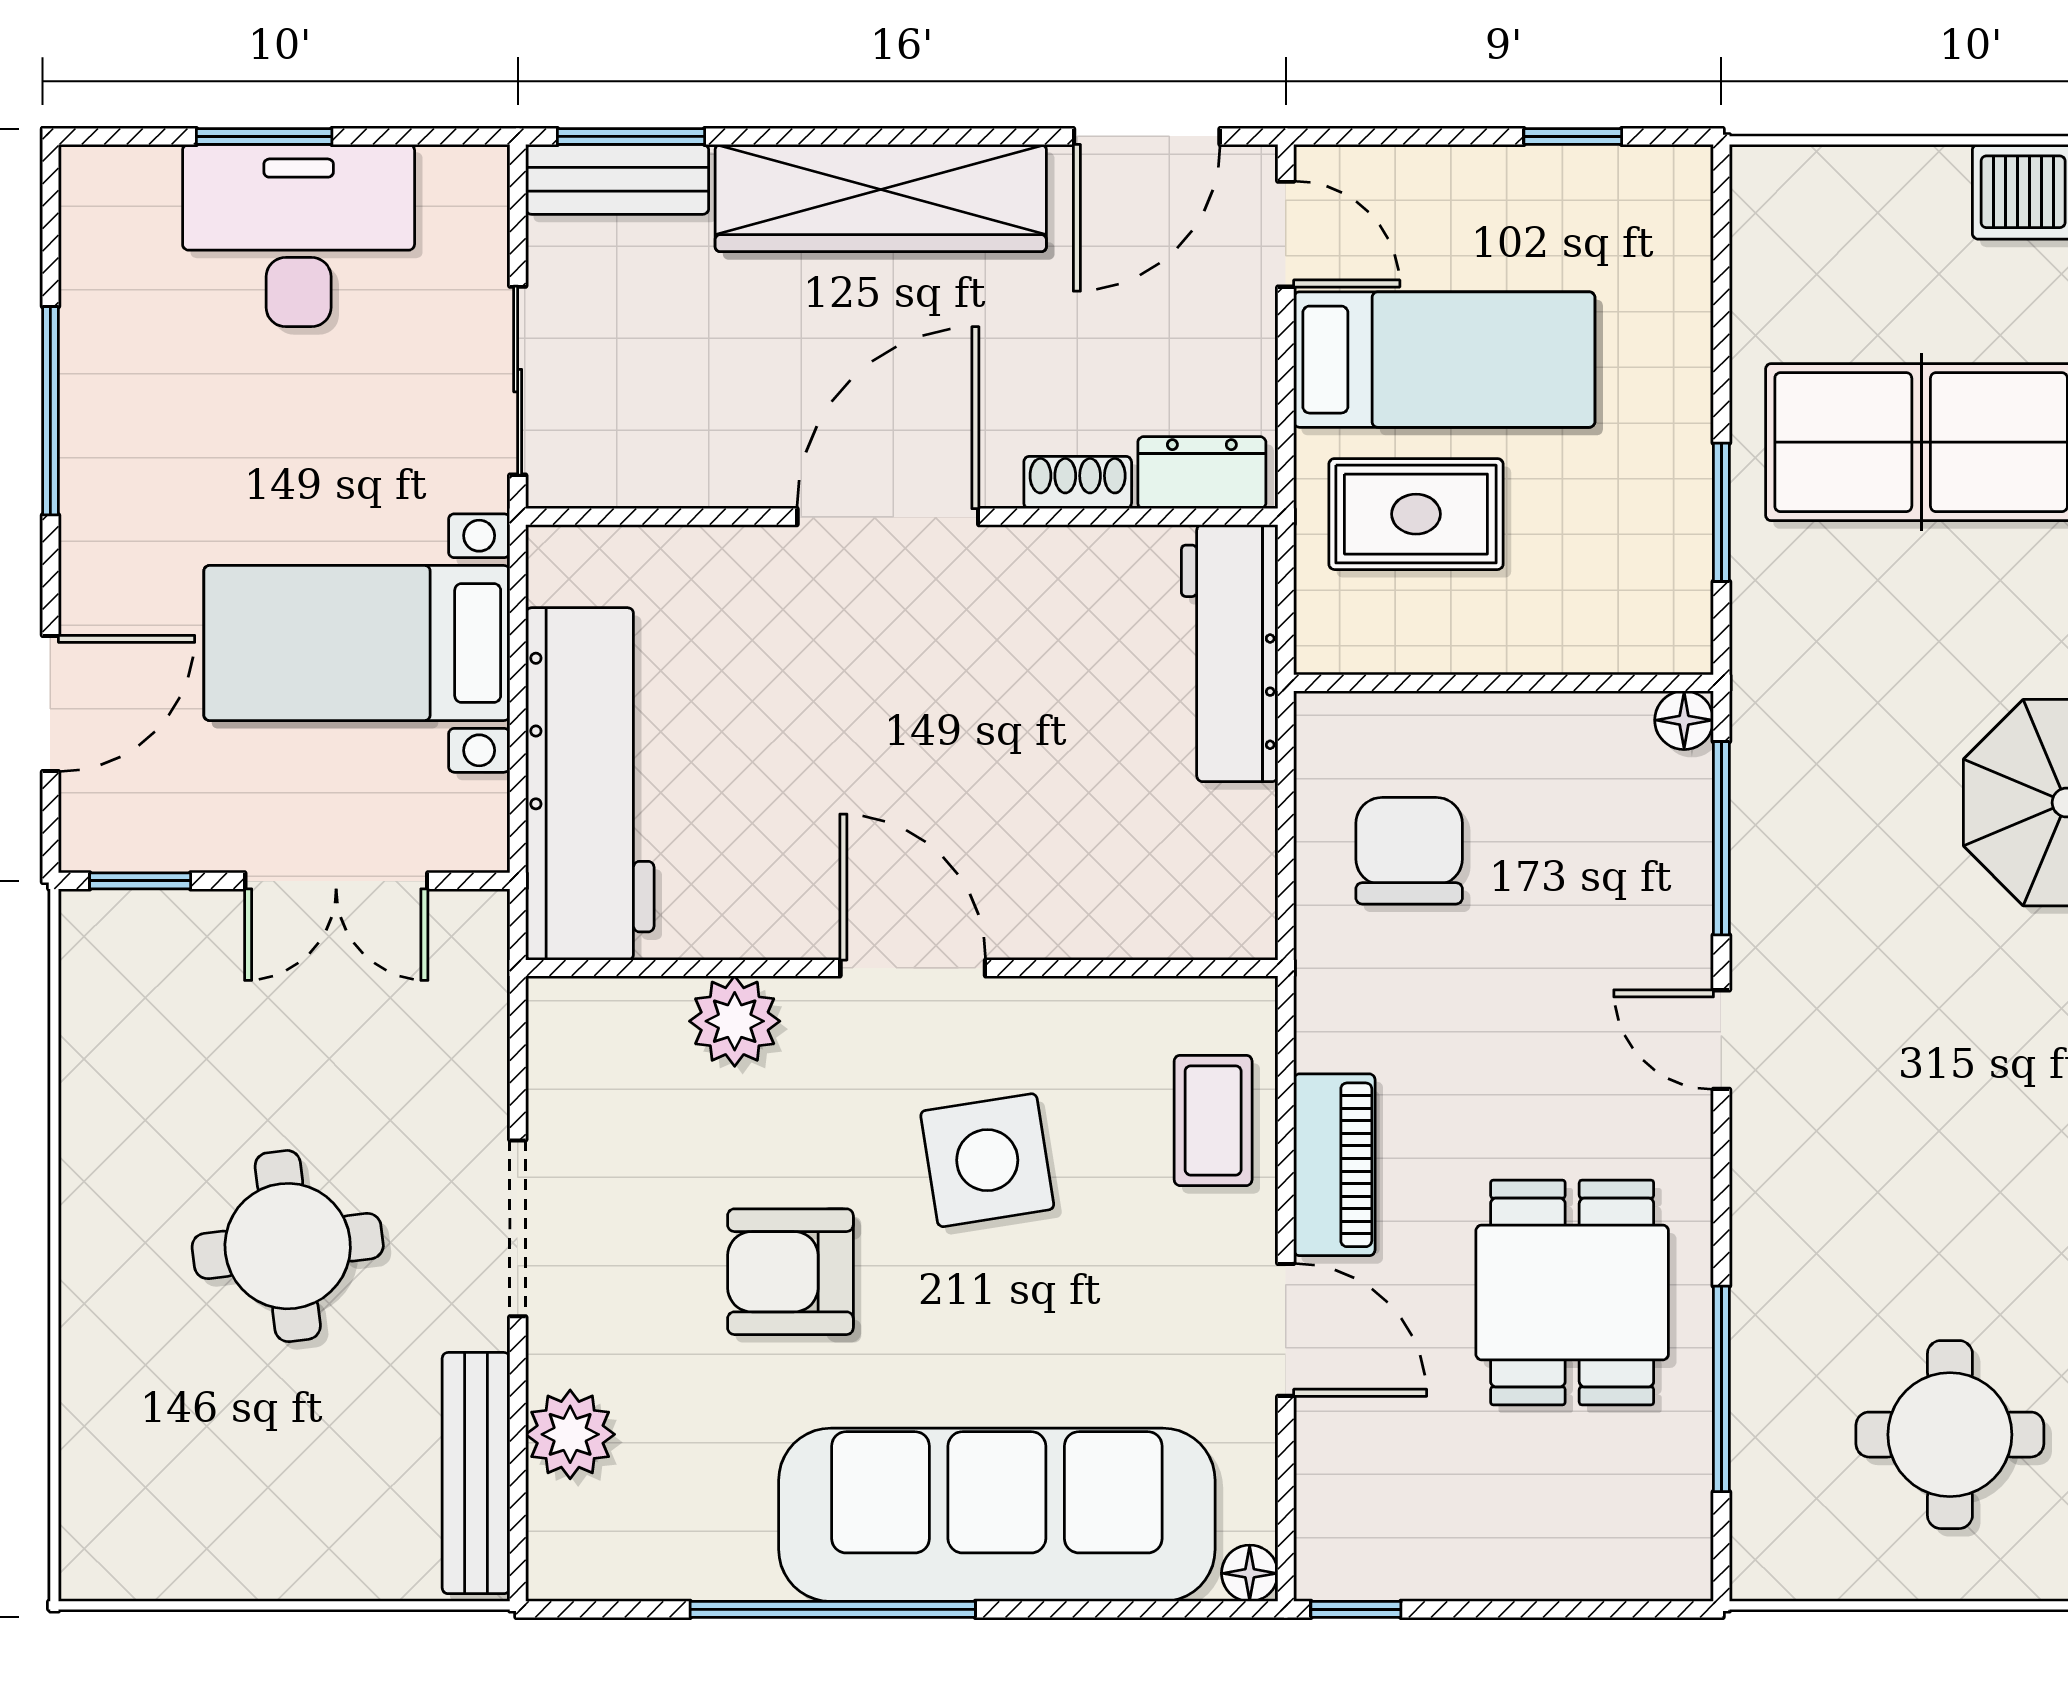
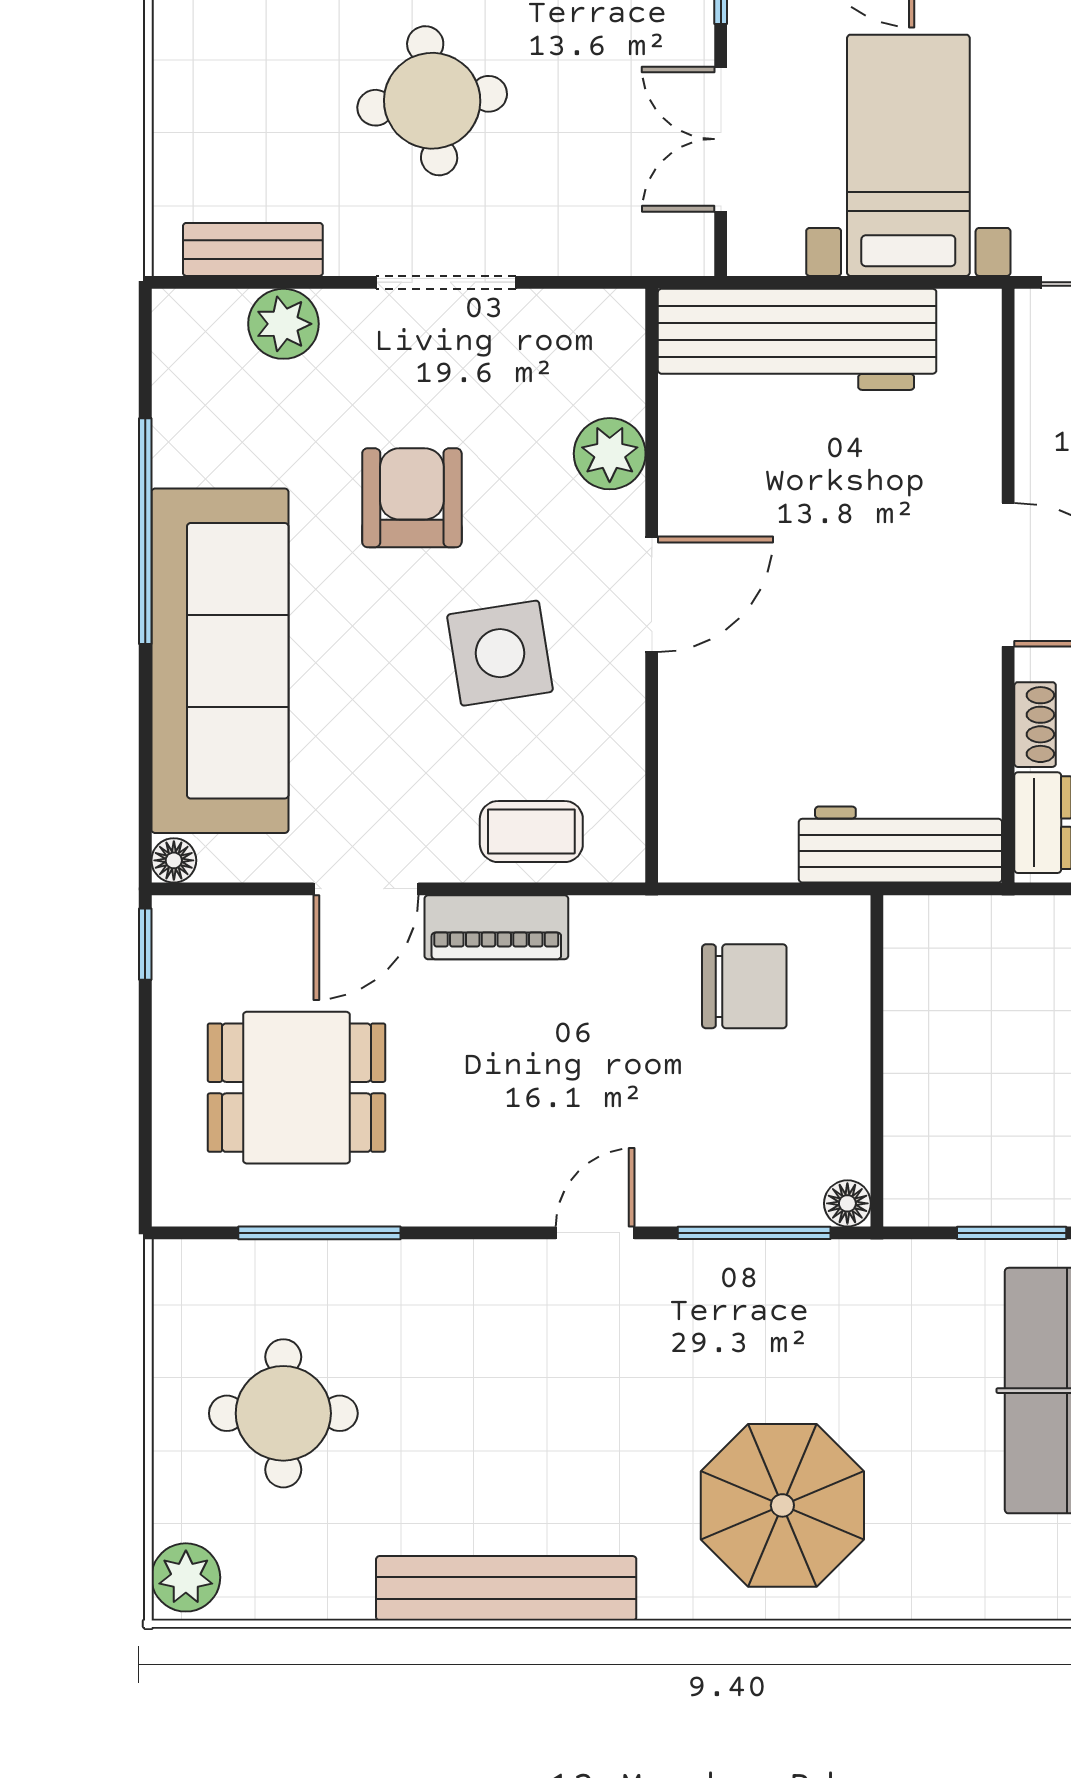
rug: (1416, 514) -> (1010, 992), removed
dining table: (1572, 1292) -> (297, 1088), moved
bench: (476, 1473) -> (253, 249), width x0.73

